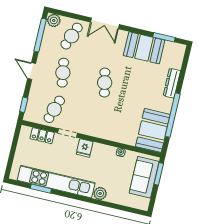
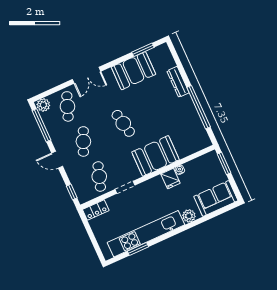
cafe table: (63, 73) -> (83, 141), turned 33
booth: (153, 130) -> (155, 156), moved, turned 90
locker: (42, 136) -> (96, 210), moved
fridge: (85, 148) -> (170, 179), moved
sofa: (144, 177) -> (216, 198), moved, turned 90

